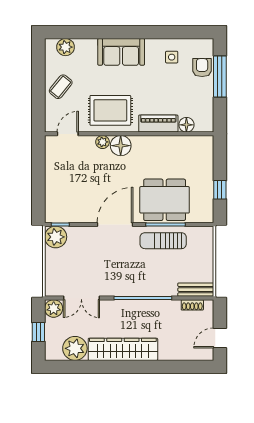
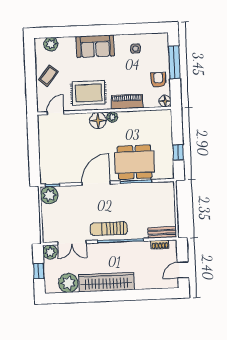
armchair: (202, 68) -> (158, 80), moved
floor lamp: (186, 125) -> (165, 101), moved
plant: (103, 142) -> (112, 117), moved
sun lounger: (163, 241) -> (109, 229), moved

